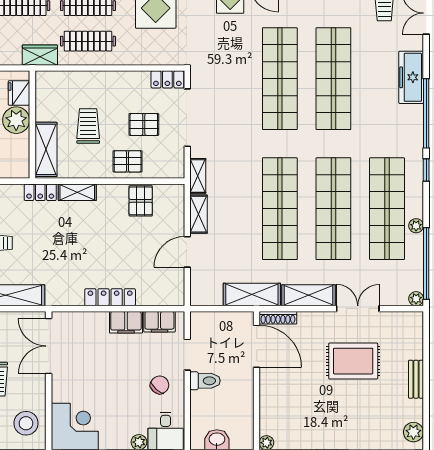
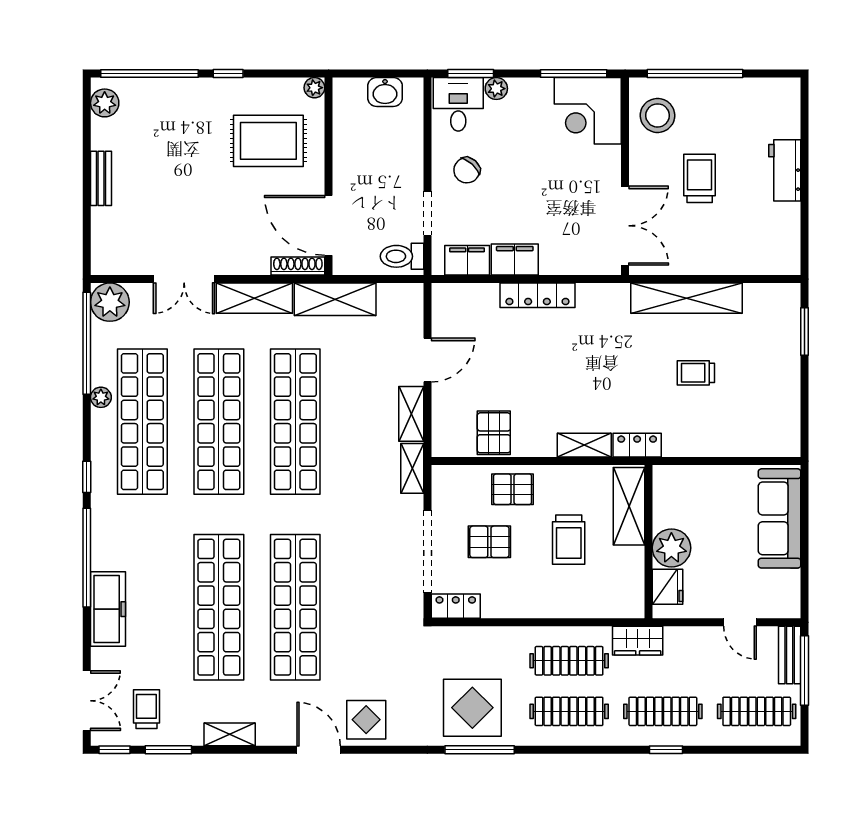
plant: (416, 299) -> (110, 302), width x1.88, depth x1.88
rug: (353, 361) -> (268, 141), moved
toilet: (205, 381) -> (402, 256), moved

